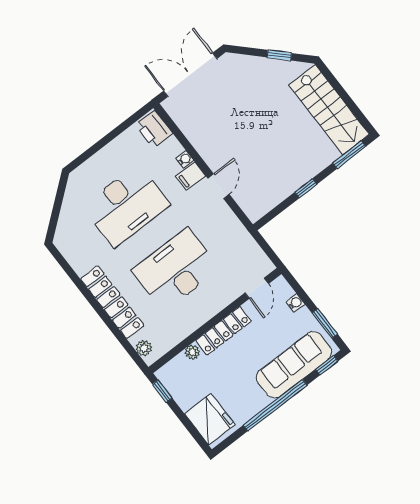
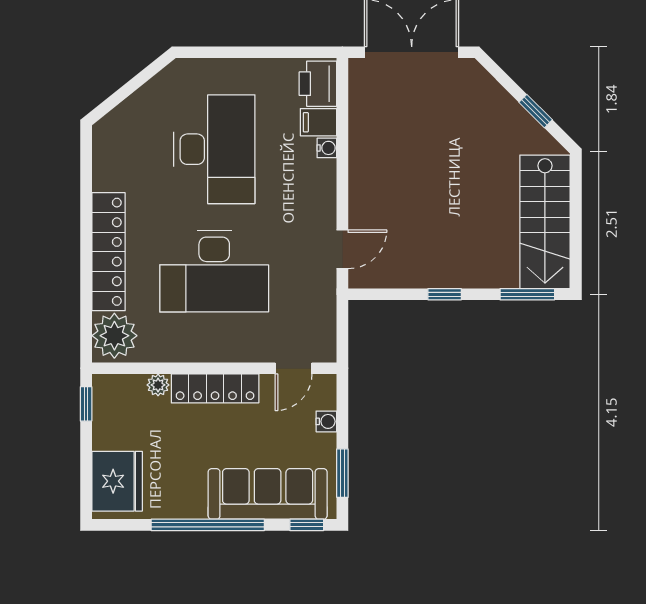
filing cabinet: (191, 176) -> (319, 122), moved
door: (219, 186) -> (342, 249), moved
desk: (126, 206) -> (214, 149), turned -90
desk: (176, 270) -> (214, 271), turned 180
plant: (144, 348) -> (114, 336), width x1.87, depth x1.87

